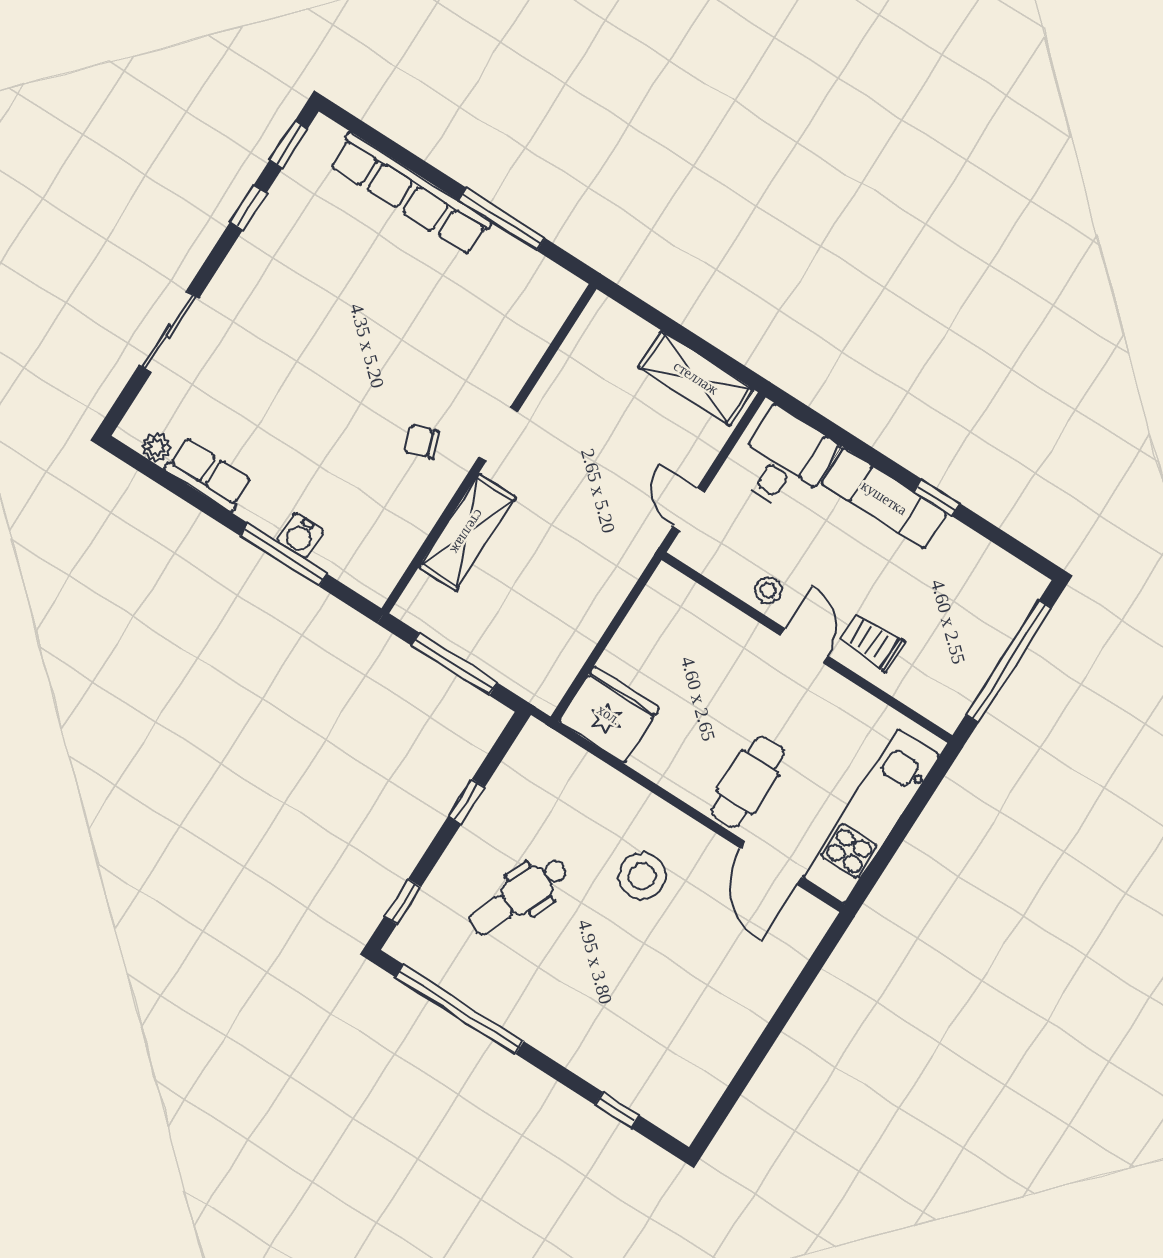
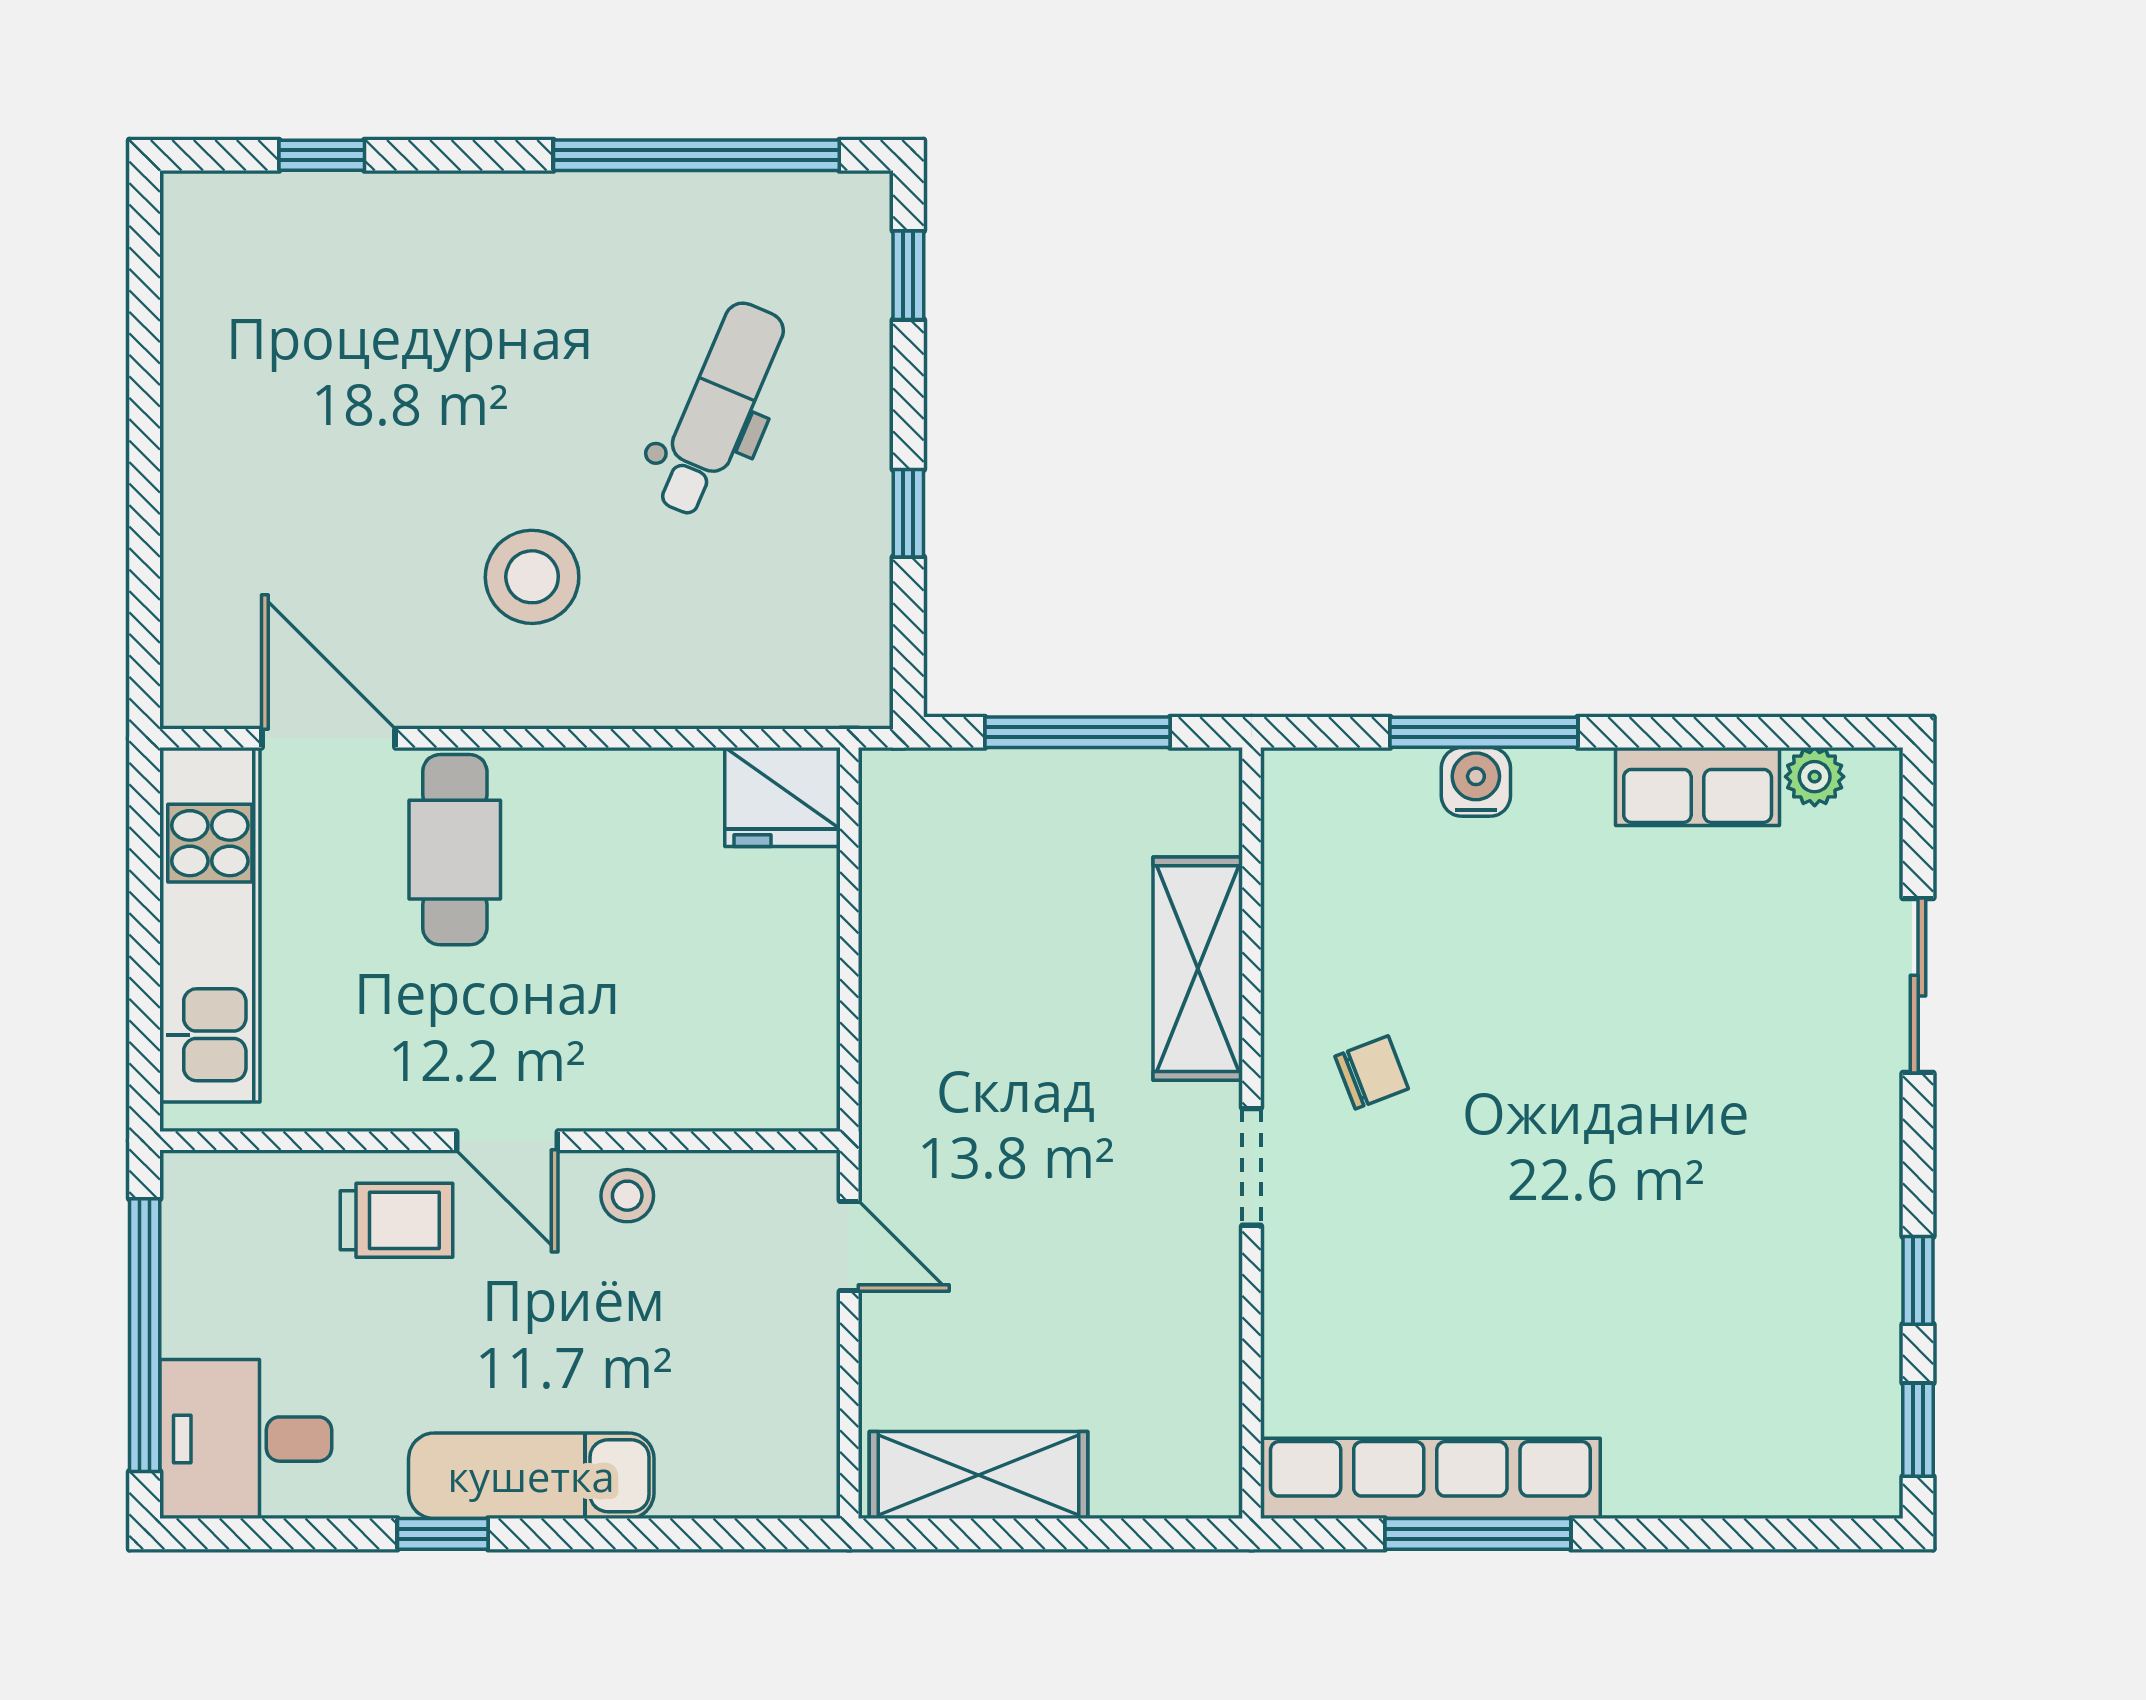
row of seats: (410, 194) -> (1430, 1478), moved
desk: (785, 460) -> (246, 1439), moved, turned 90
fridge: (609, 715) -> (782, 797), width x0.73, depth x0.75

